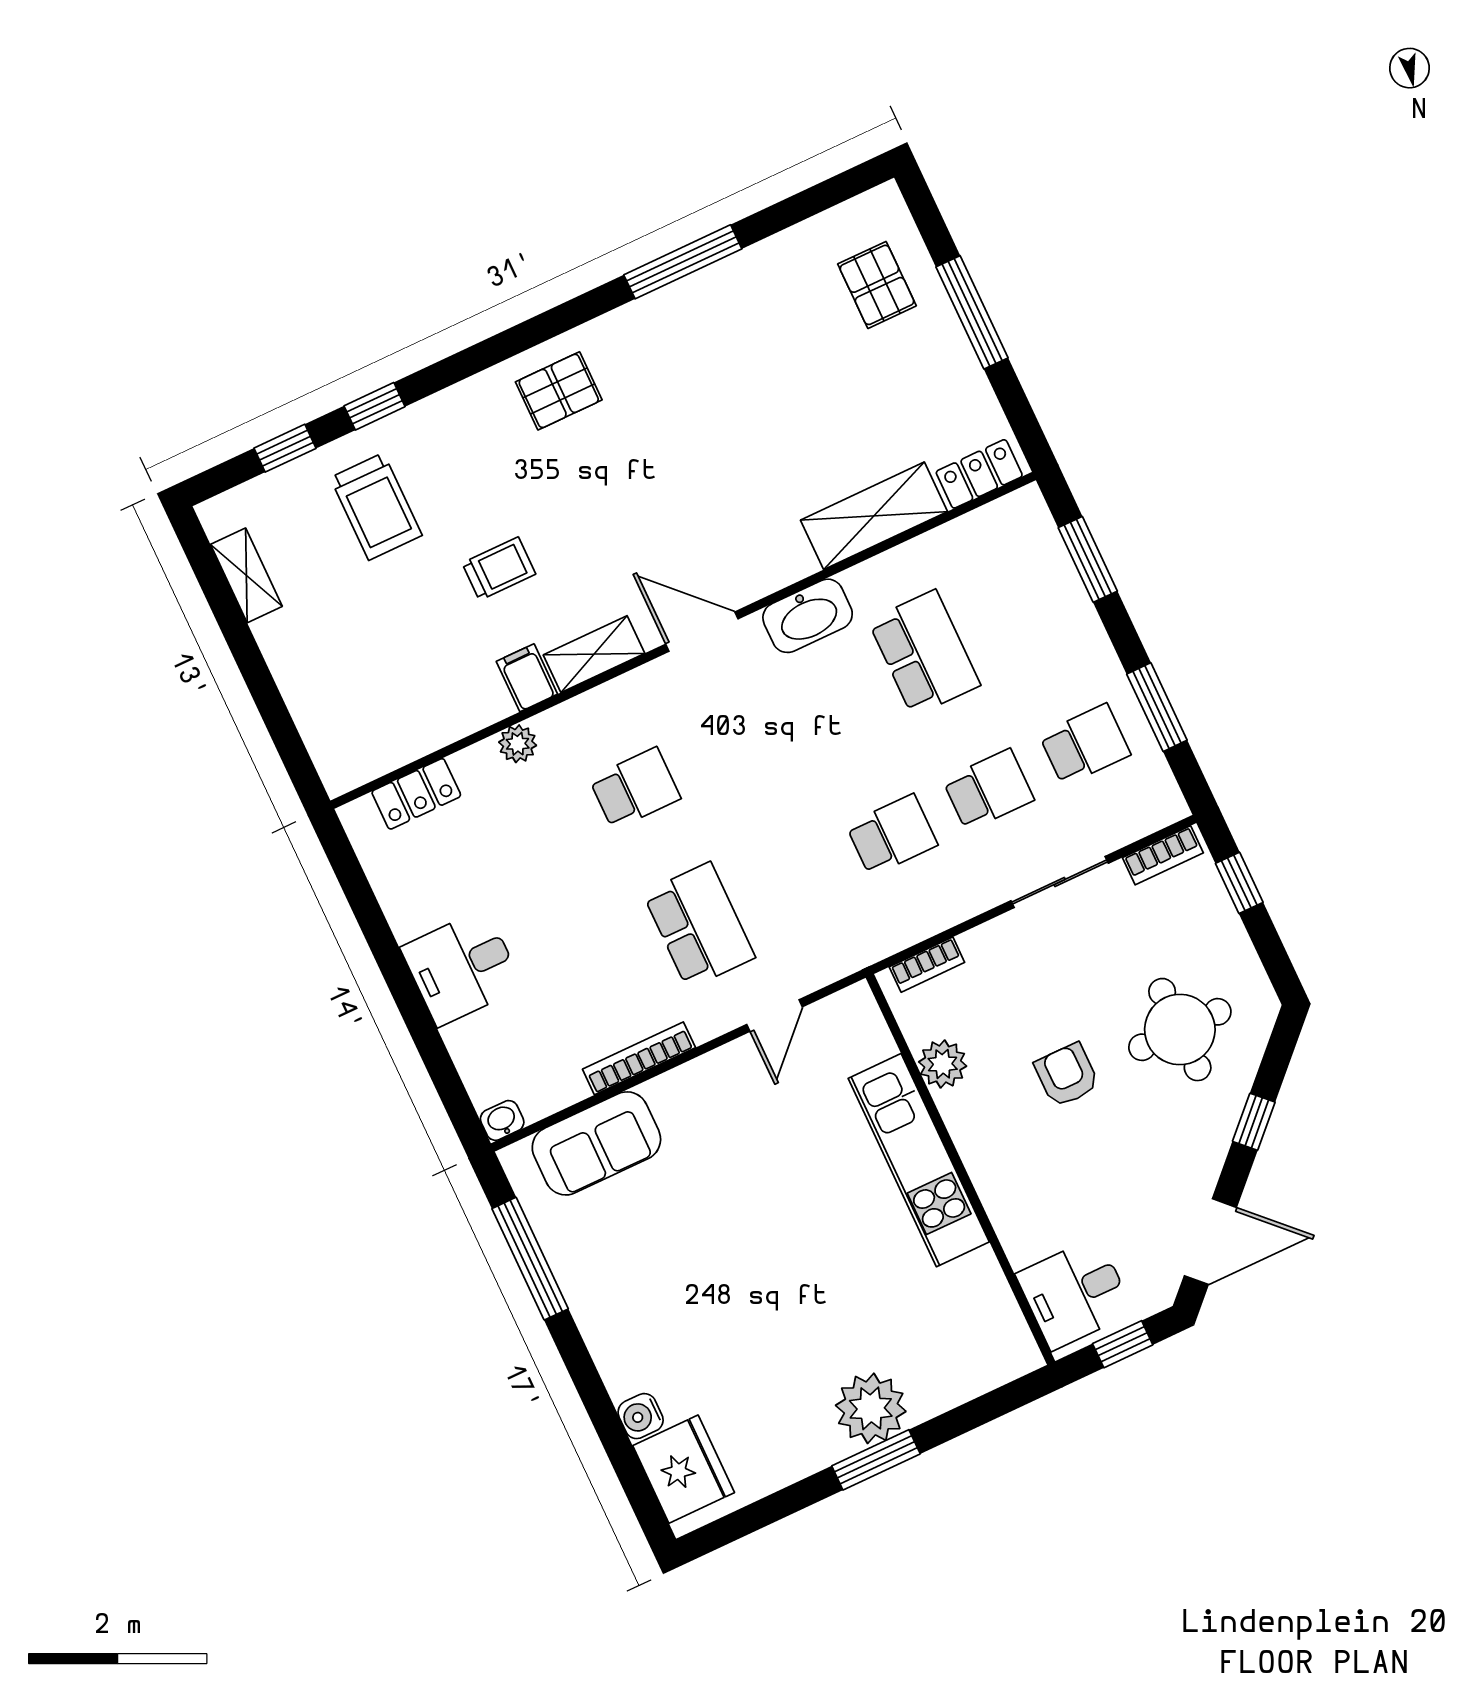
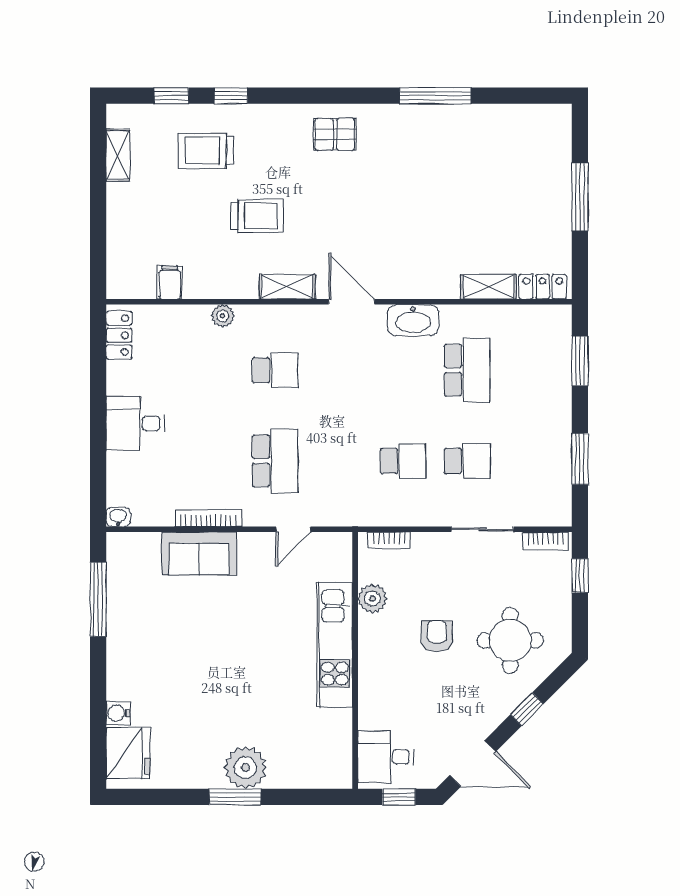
pallet: (877, 285) -> (535, 158), removed
trolley: (376, 507) -> (206, 151), turned 90
shelving: (874, 516) -> (488, 287), width x0.67, depth x0.75
trolley: (499, 569) -> (257, 216), width x1.36, depth x1.39
filing cabinet: (527, 678) -> (170, 282), moved
school desk: (1085, 745) -> (531, 461), removed
locker: (416, 794) -> (119, 335), moved, turned -90
sofa: (596, 1143) -> (199, 553), moved

